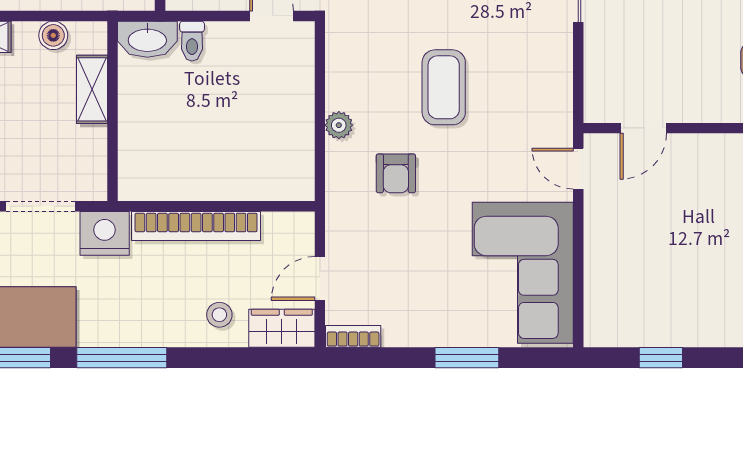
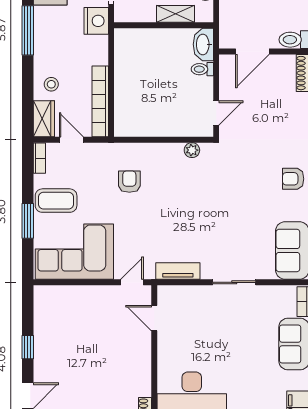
tv unit: (558, 85) -> (178, 271), added
coffee table: (444, 87) -> (56, 201), moved
plant: (339, 125) -> (192, 150), moved
armchair: (396, 173) -> (129, 182), turned 90
bookcase: (196, 226) -> (100, 101), moved
window: (661, 358) -> (28, 347), moved

